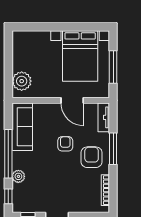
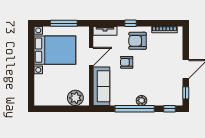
sofa: (22, 127) -> (101, 86), moved, turned 90
window: (113, 149) -> (131, 23), width x0.46
plant: (18, 176) -> (142, 100), moved

